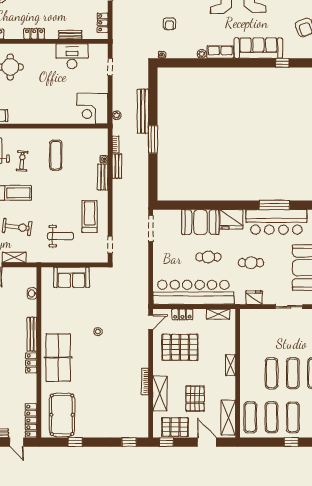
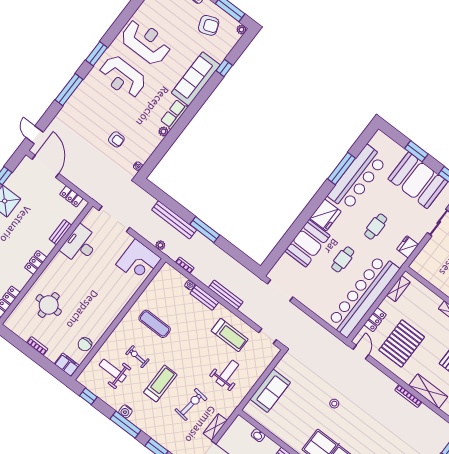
doorway: (110, 67) -> (114, 219), width x1.87
bench: (117, 166) -> (226, 295), moved, width x1.36
treadmill: (90, 216) -> (230, 335), turned 180

